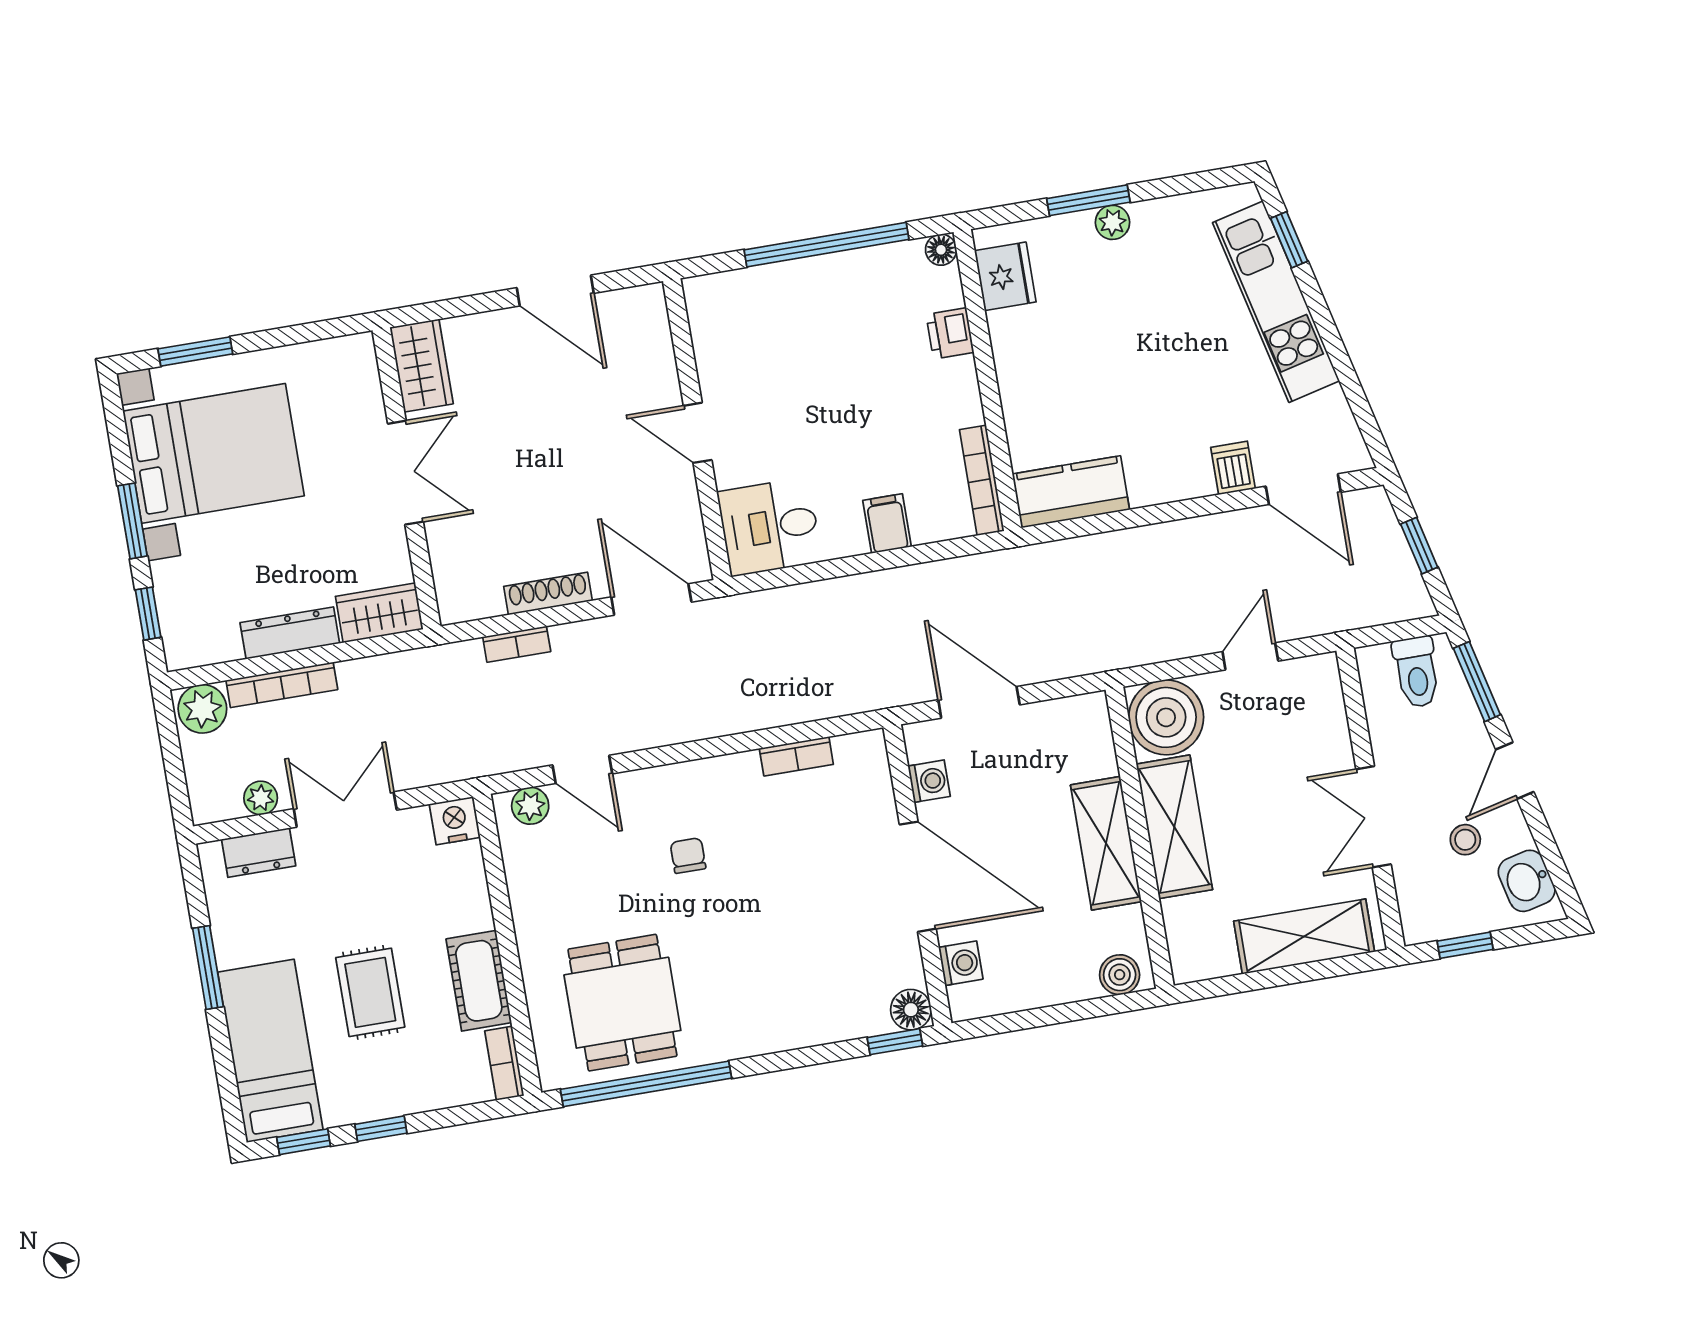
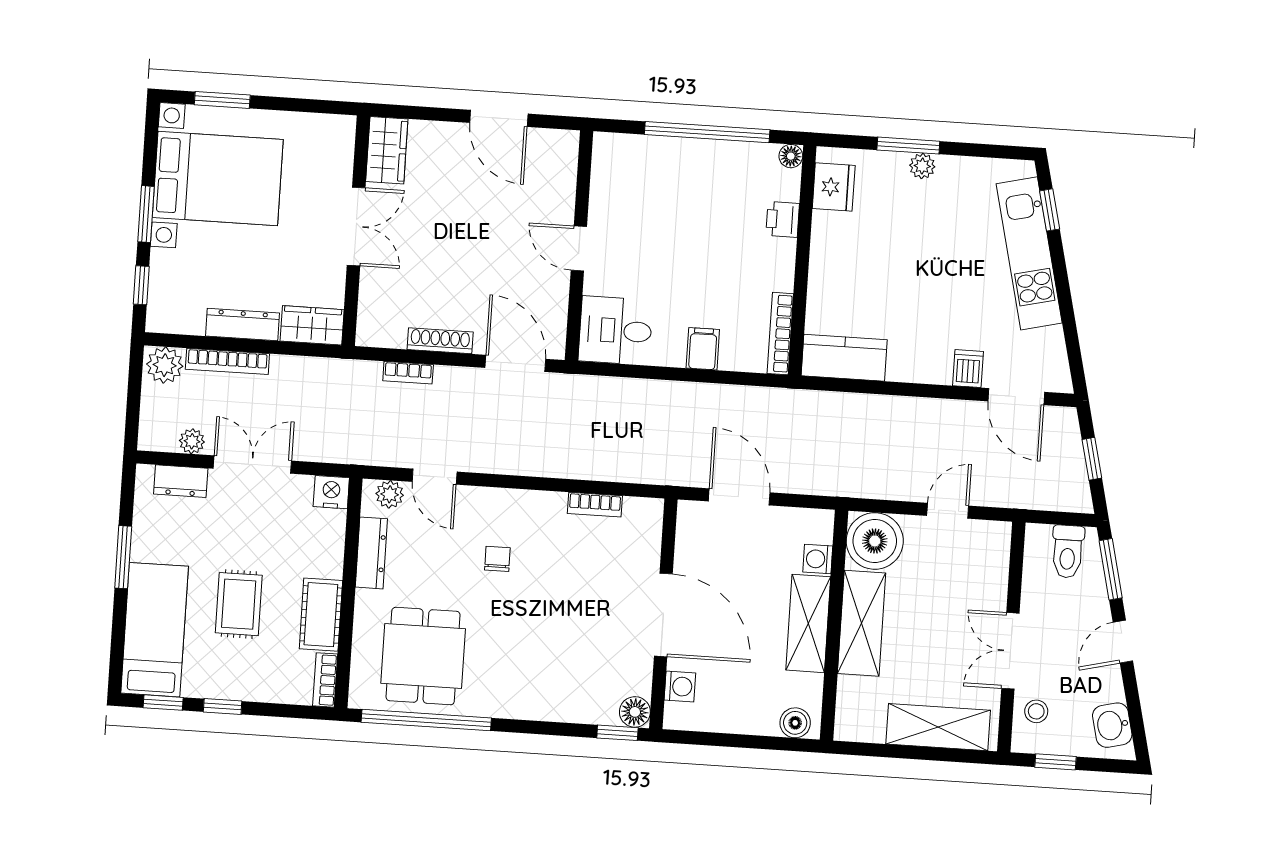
washing machine: (929, 781) -> (818, 559), moved, turned 180
stool: (1465, 840) -> (1036, 711), moved
dresser: (525, 886) -> (371, 553), added

